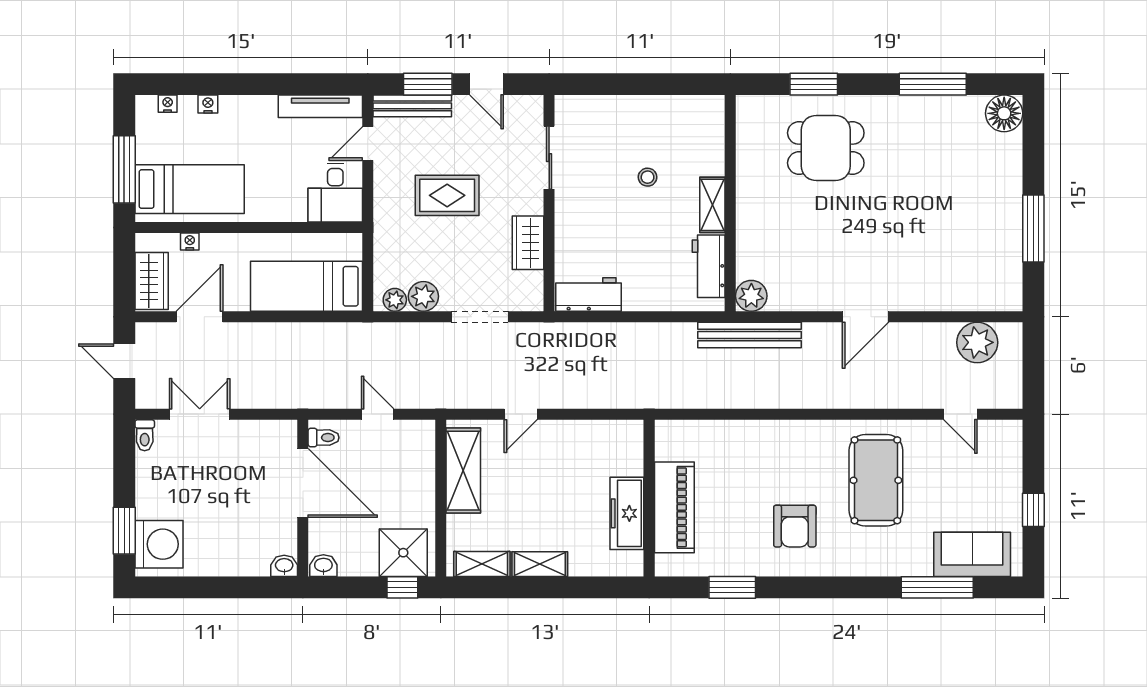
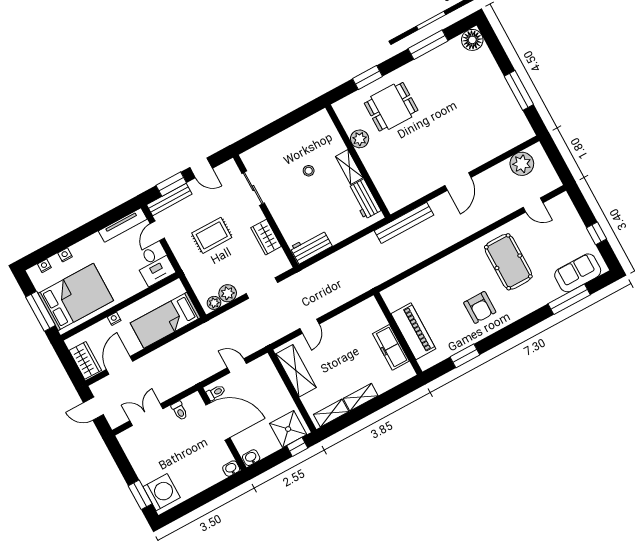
bed: (190, 189) -> (76, 297), width x1.50
nightstand: (190, 242) -> (114, 319), moved
plant: (751, 296) -> (360, 139), moved
toilet: (145, 435) -> (179, 411), moved

